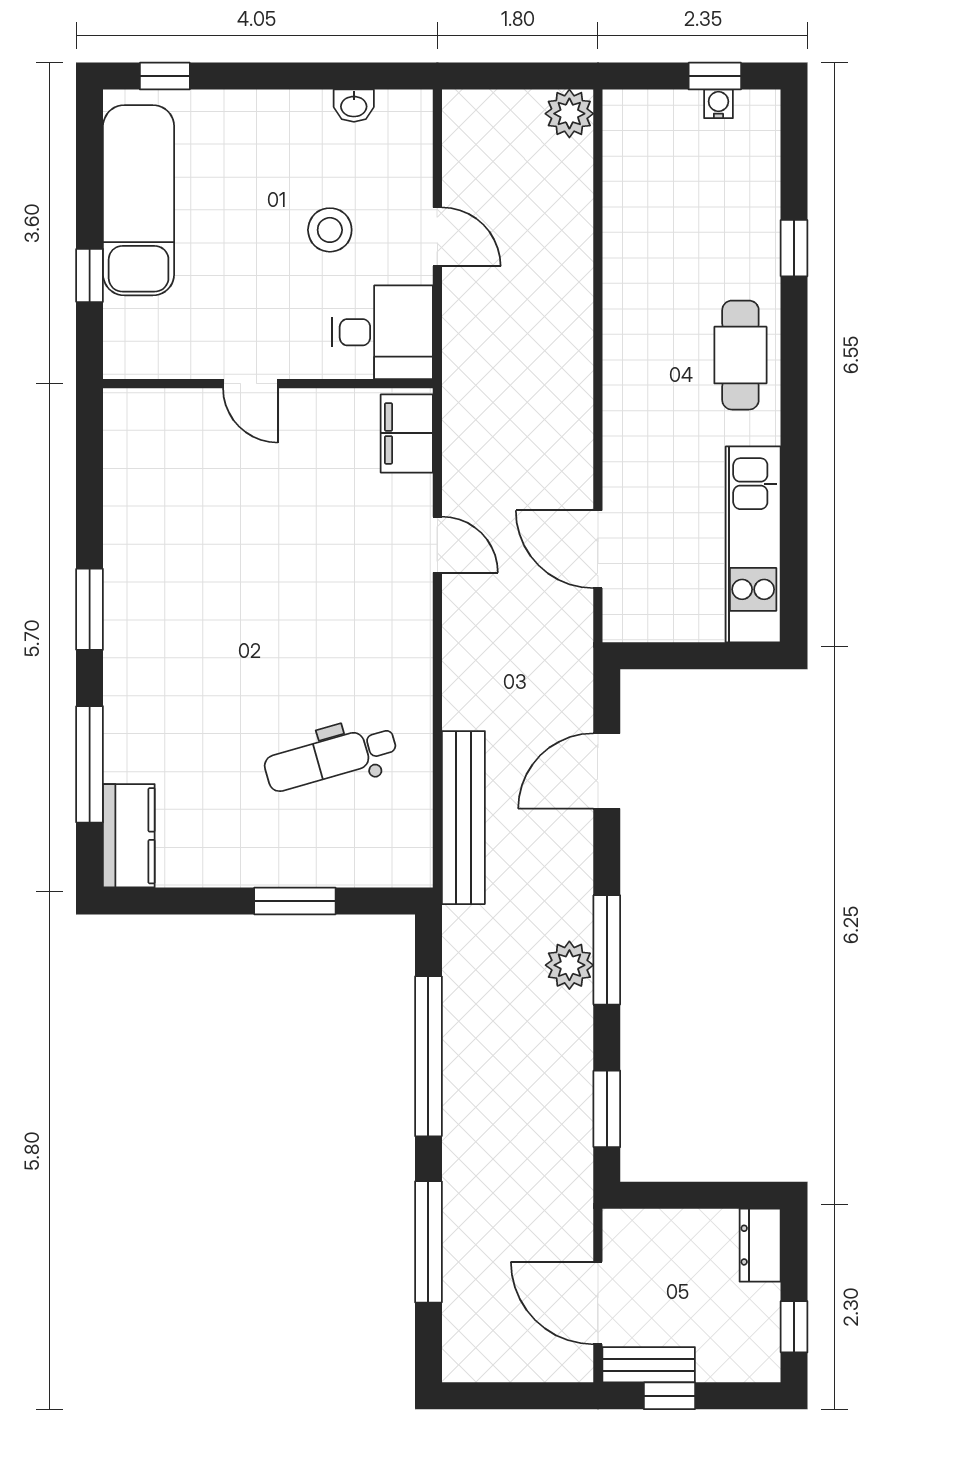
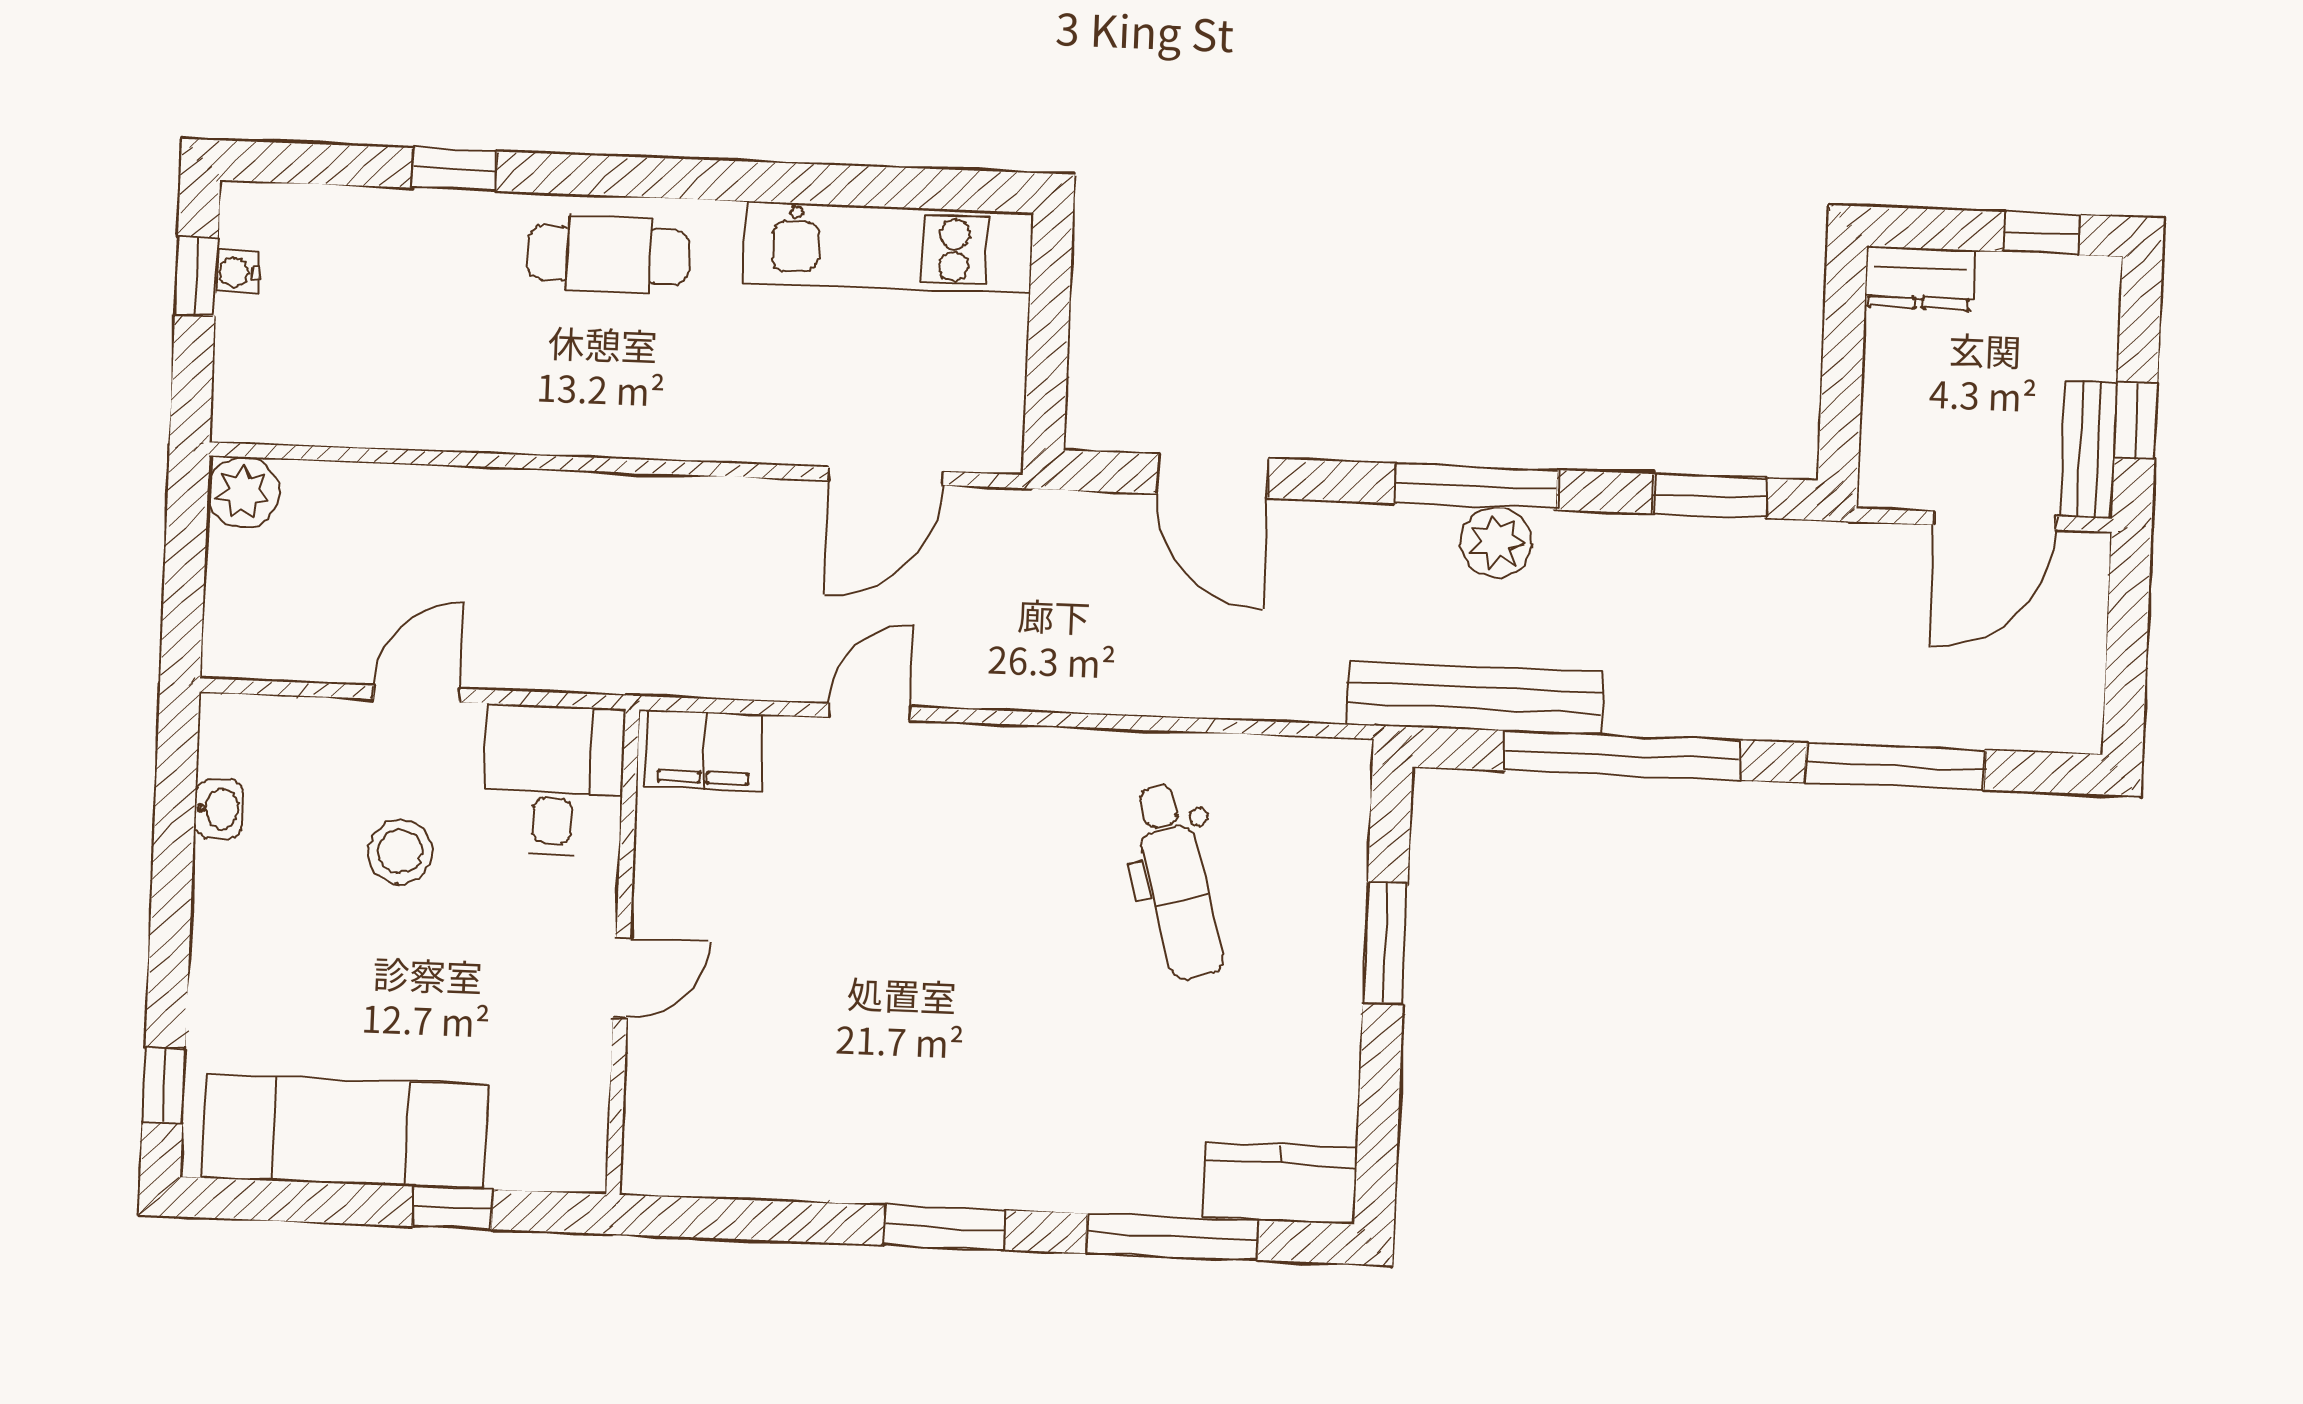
bench: (463, 818) -> (1475, 698), moved

